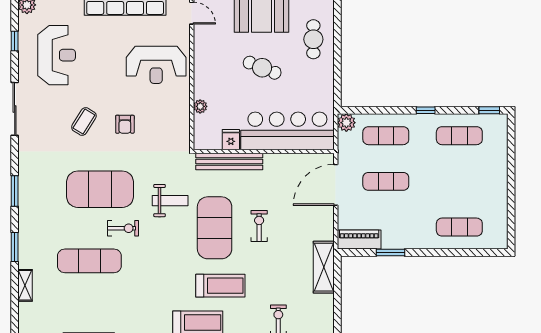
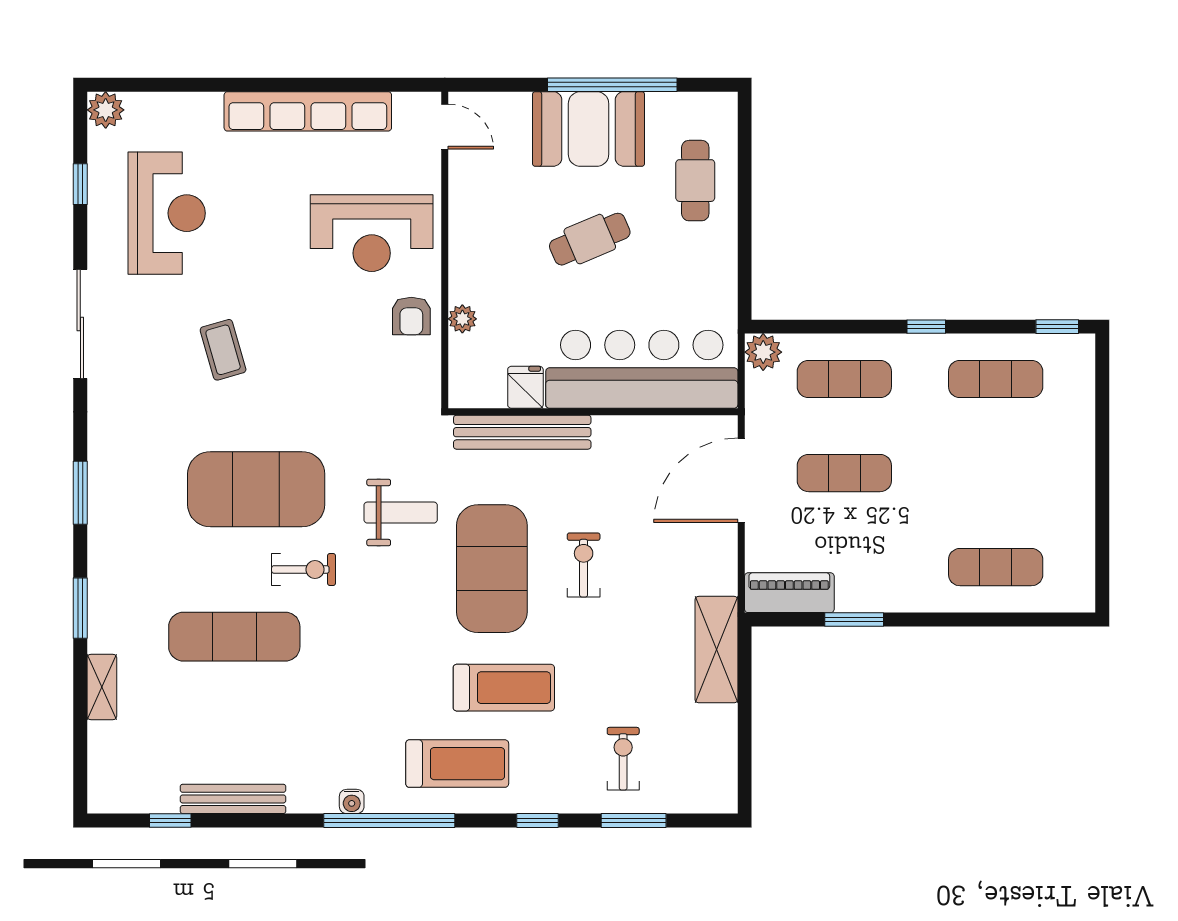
cafe table: (262, 68) -> (590, 239), turned -45
coffee table: (84, 122) -> (223, 350), turned -48
armchair: (125, 124) -> (411, 316), moved

